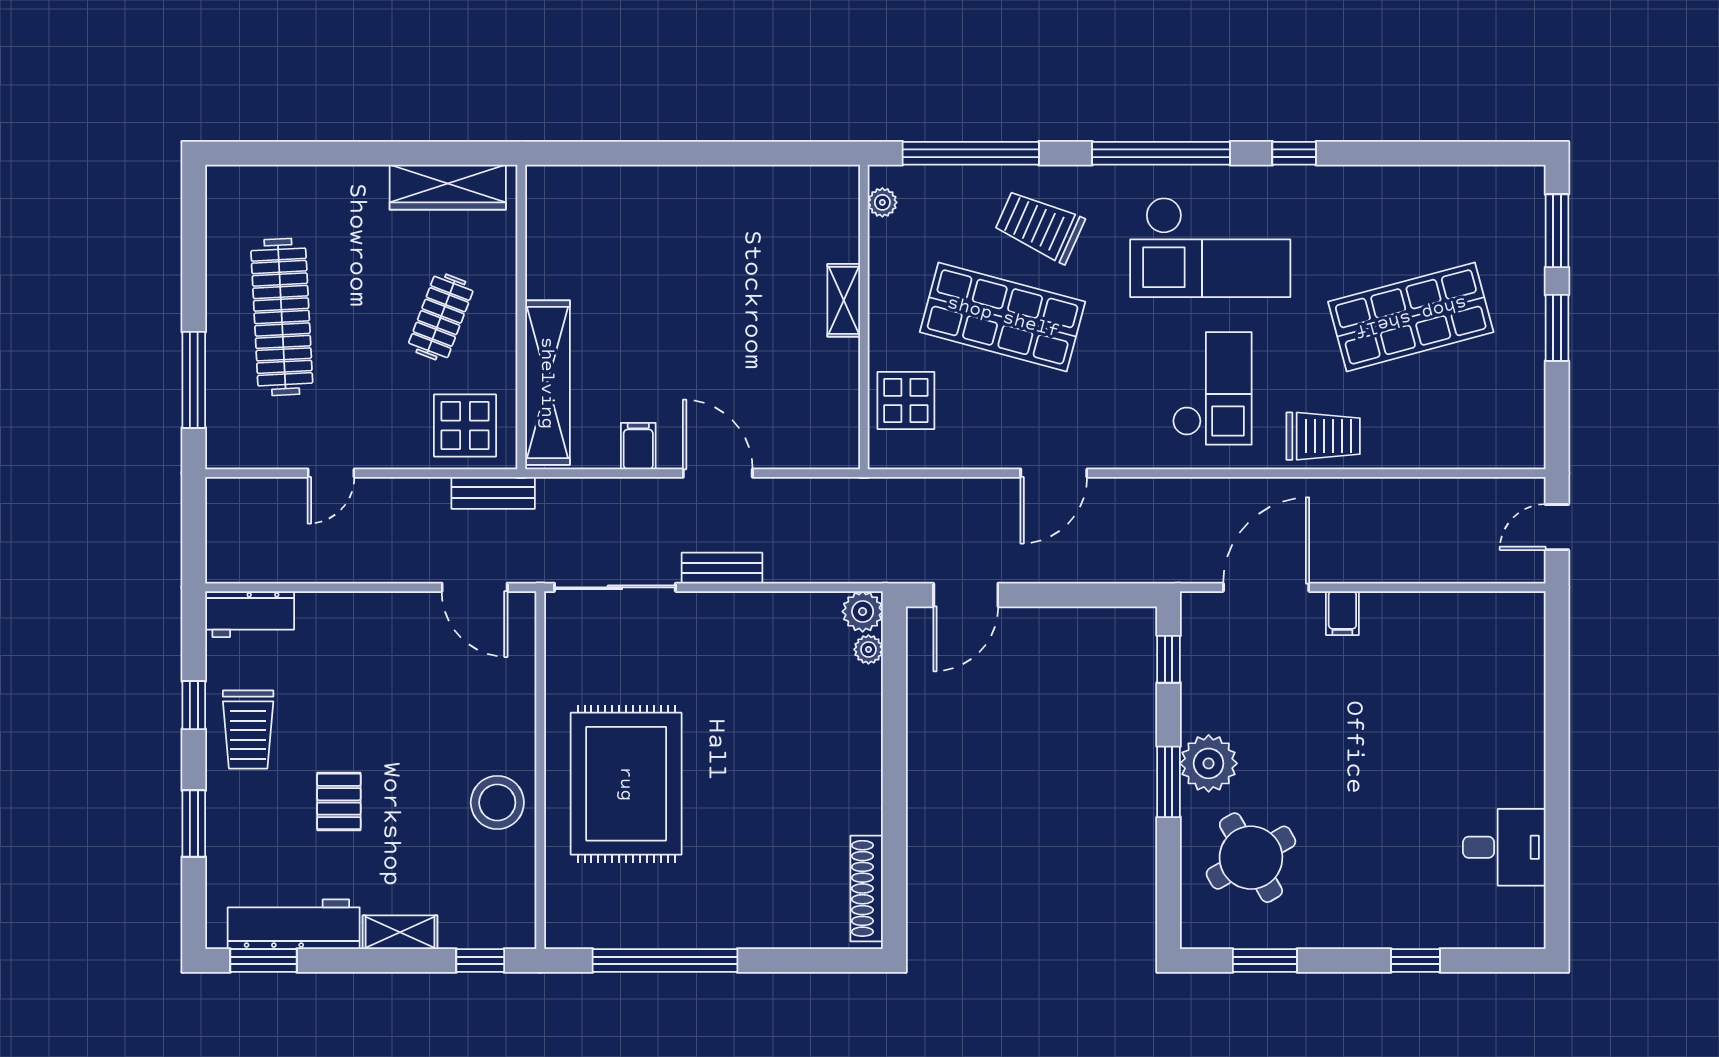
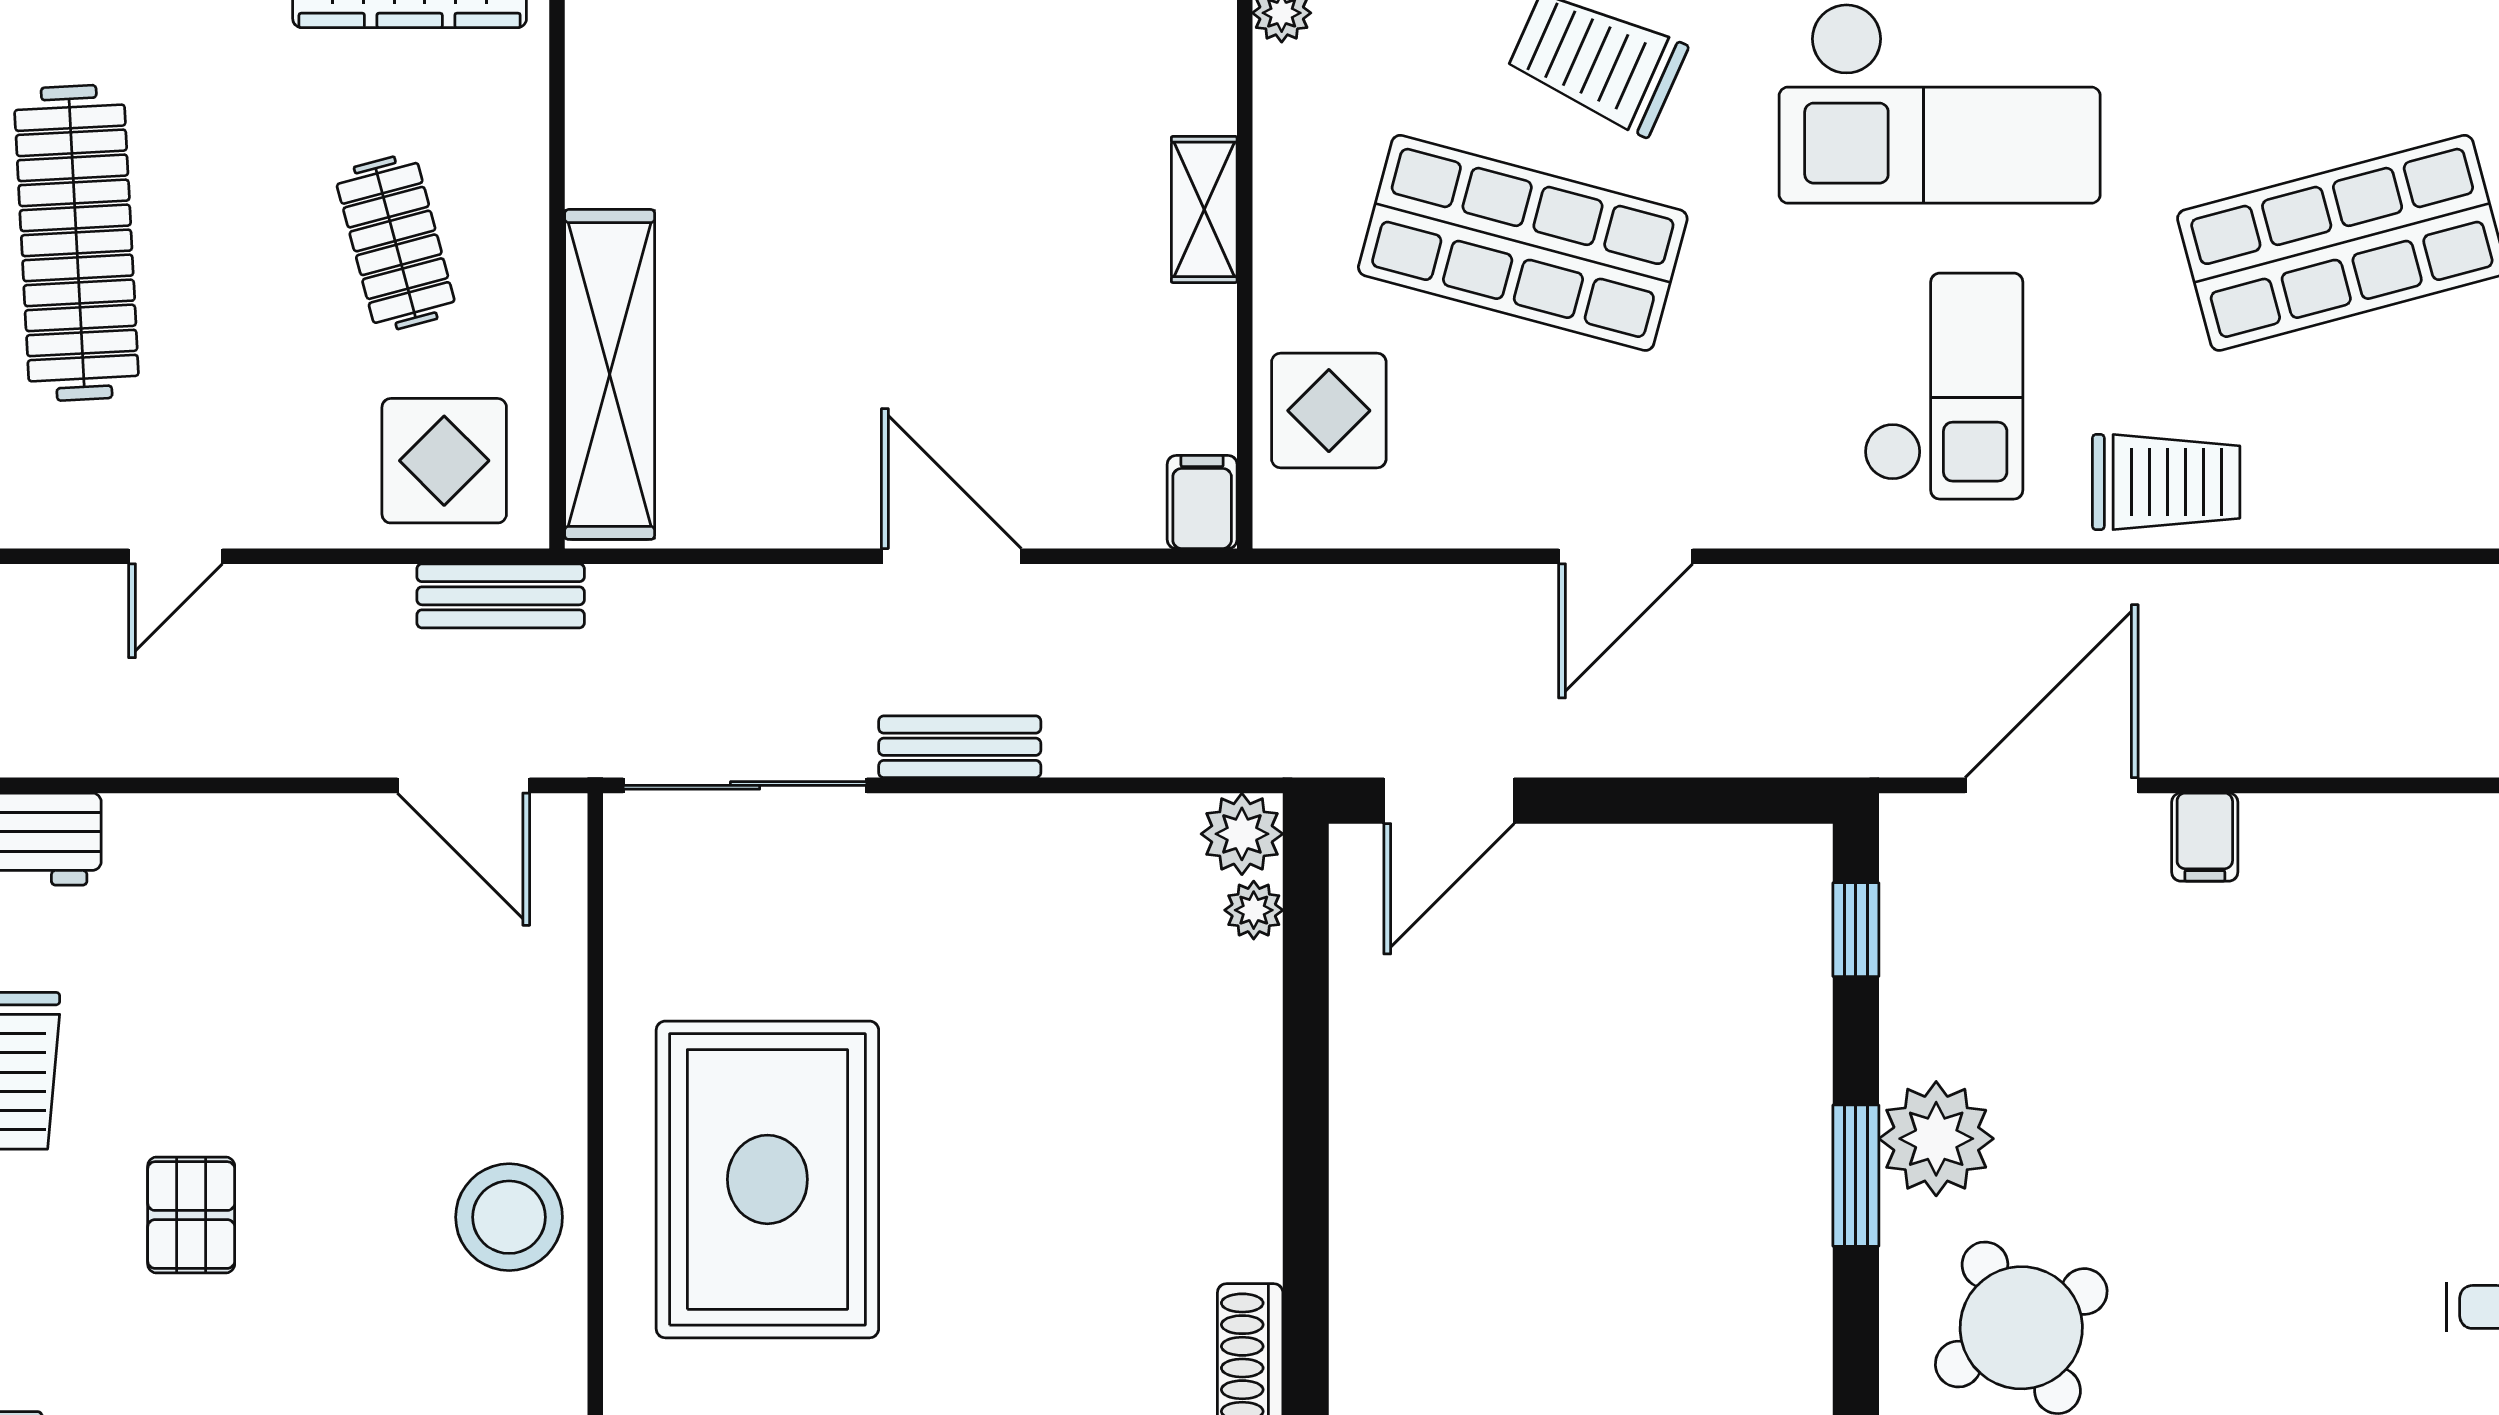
clothes rail: (441, 317) -> (396, 243), turned -36
filing cabinet: (638, 446) -> (1202, 502), moved

